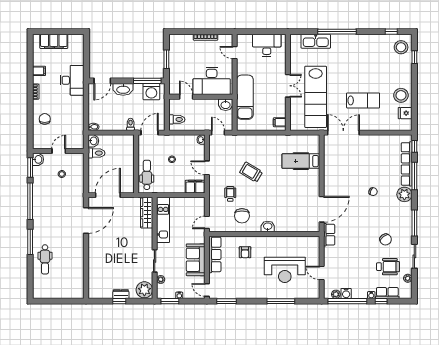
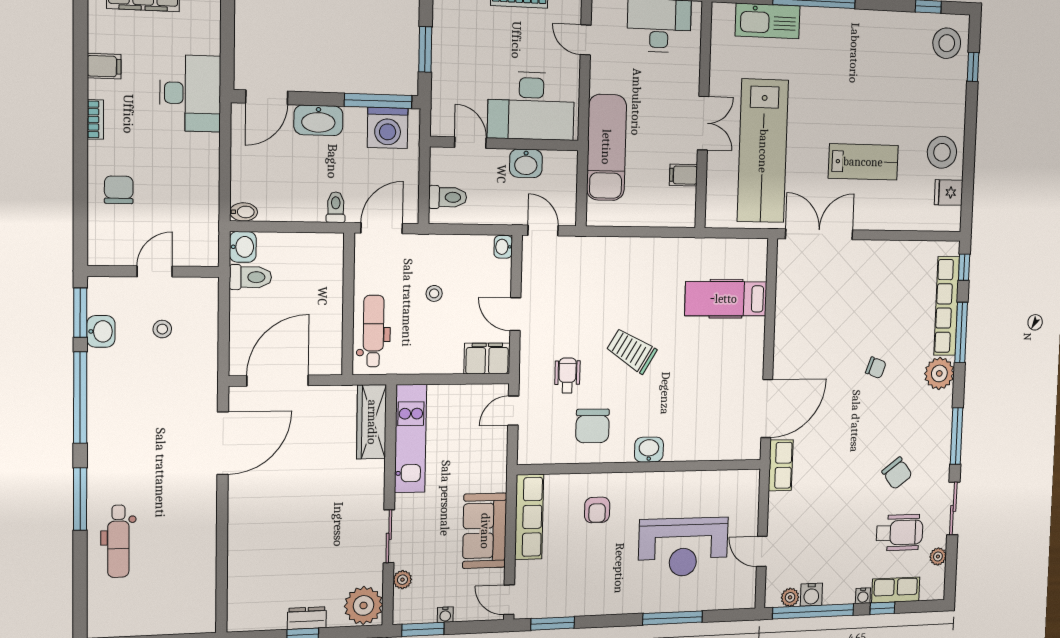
washbasin: (226, 105) -> (526, 163), moved
filing cabinet: (280, 122) -> (683, 175), moved
washbasin: (38, 159) -> (101, 331), moved
trolley: (251, 172) -> (632, 351), moved
door: (207, 222) -> (513, 411), moved

